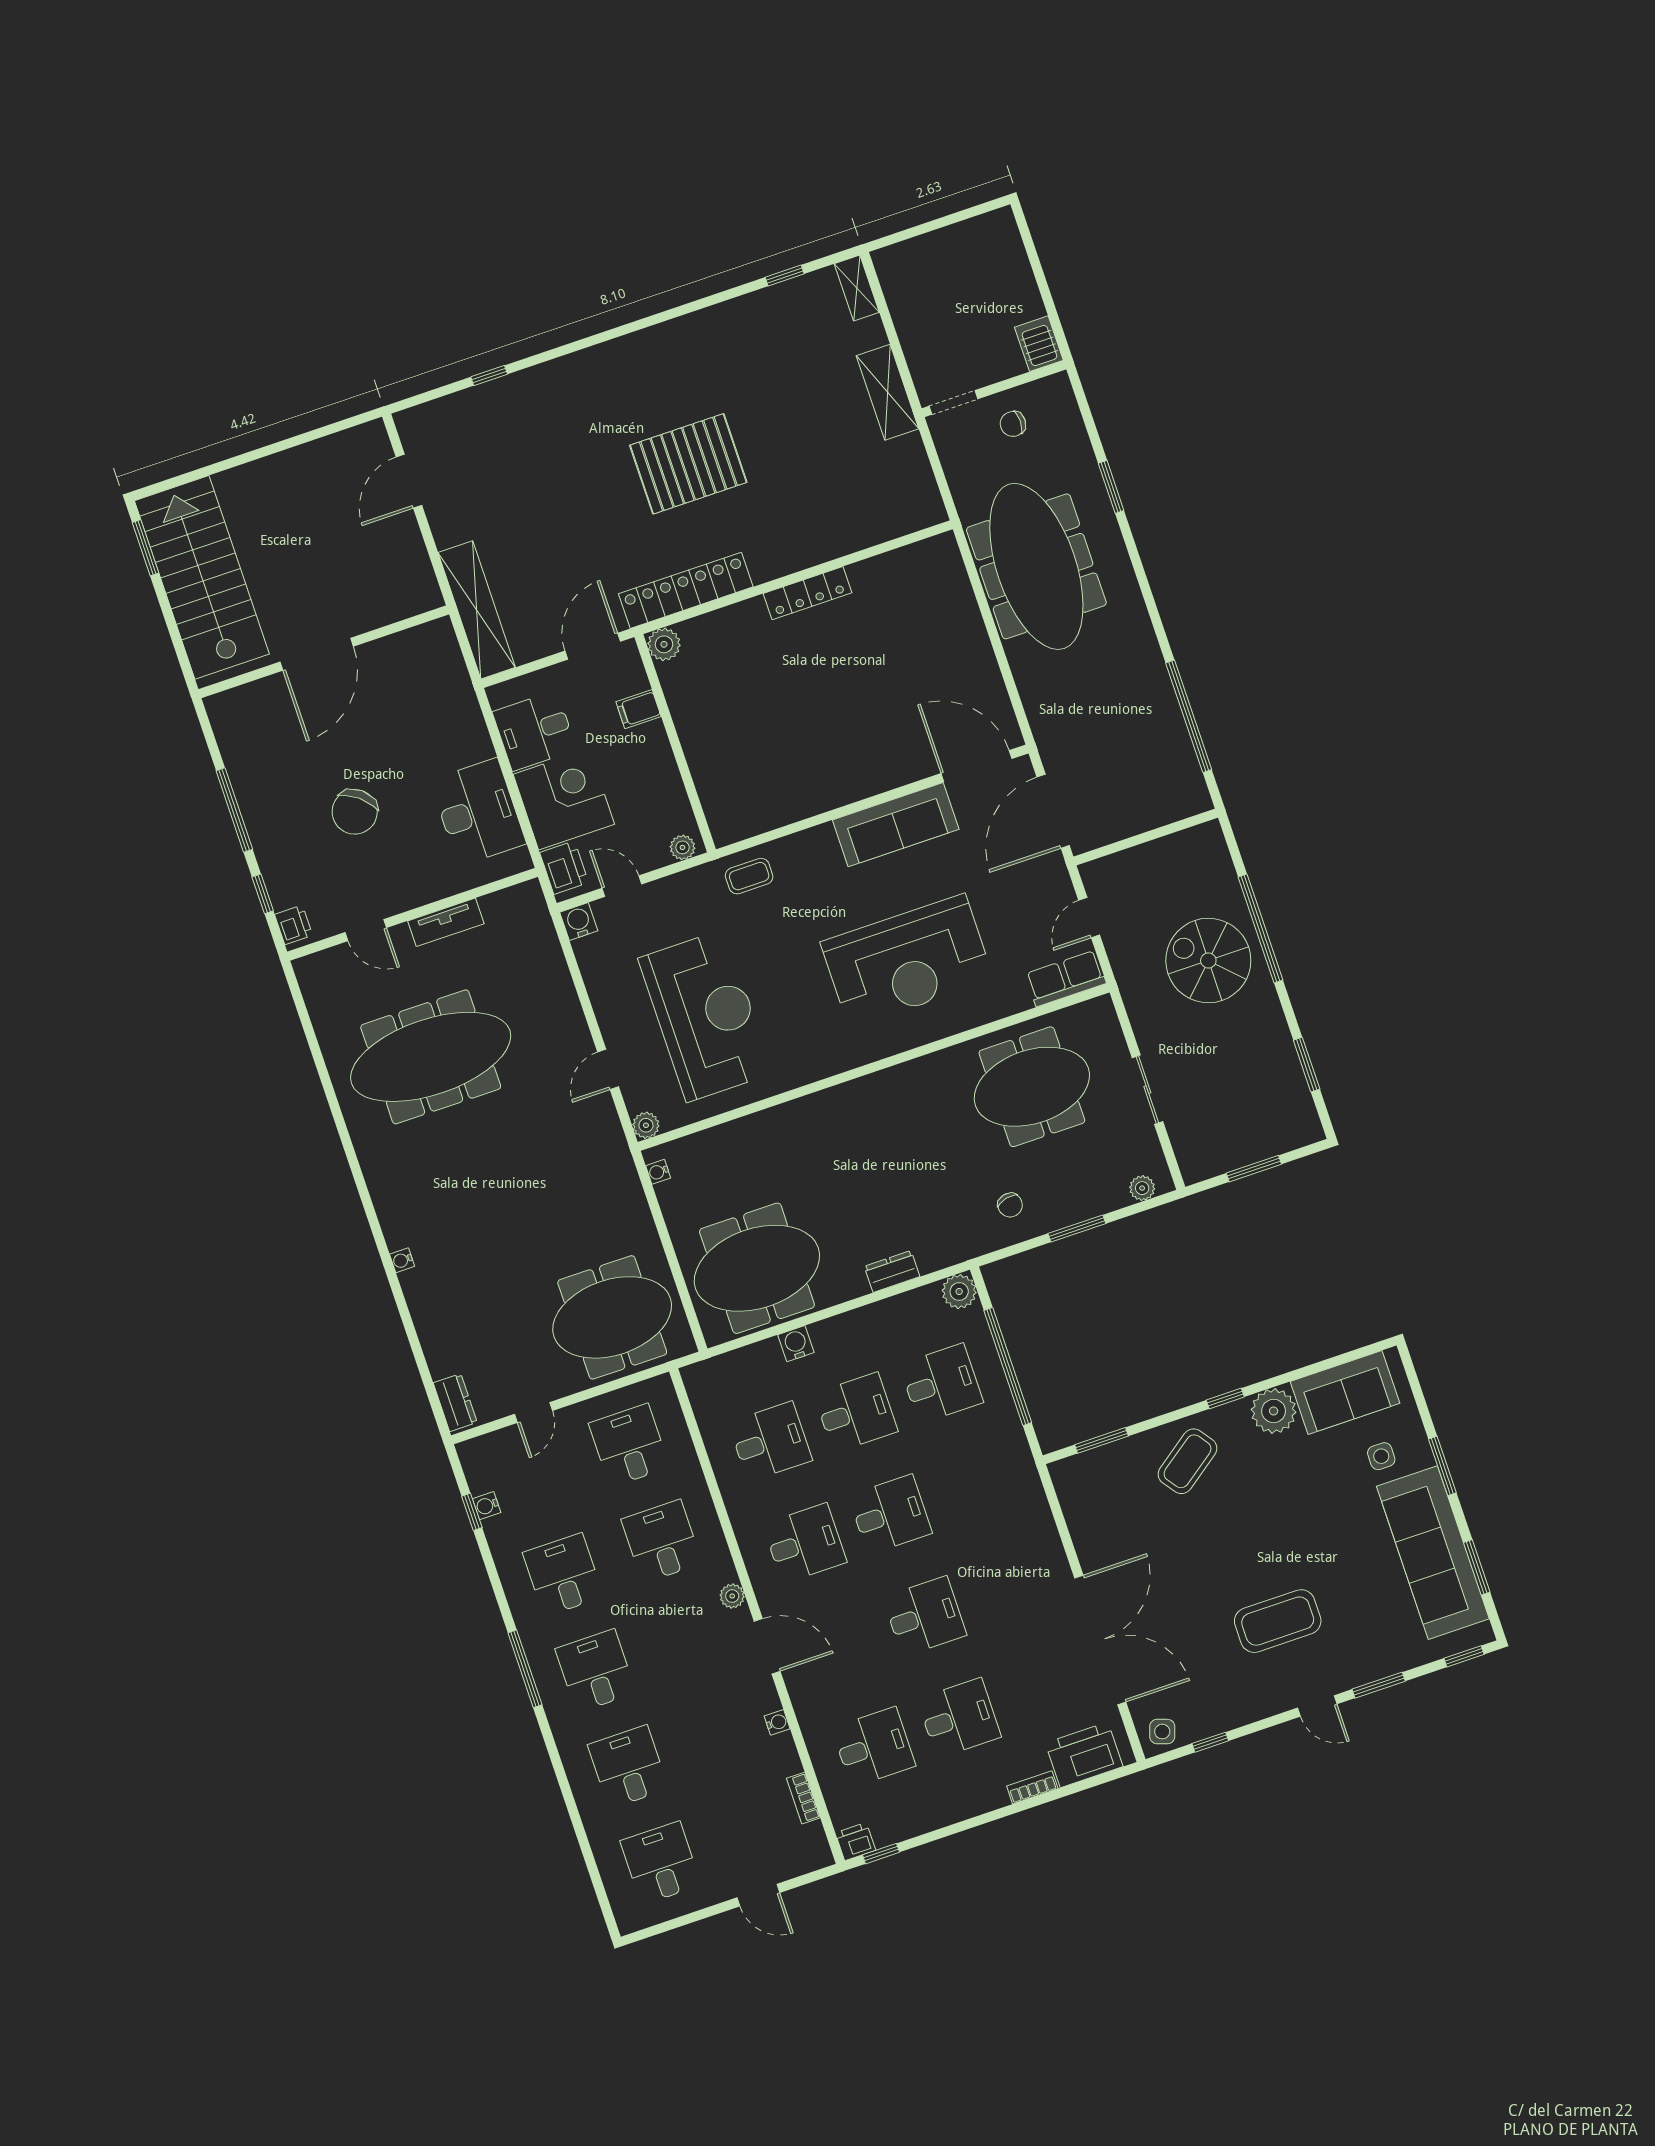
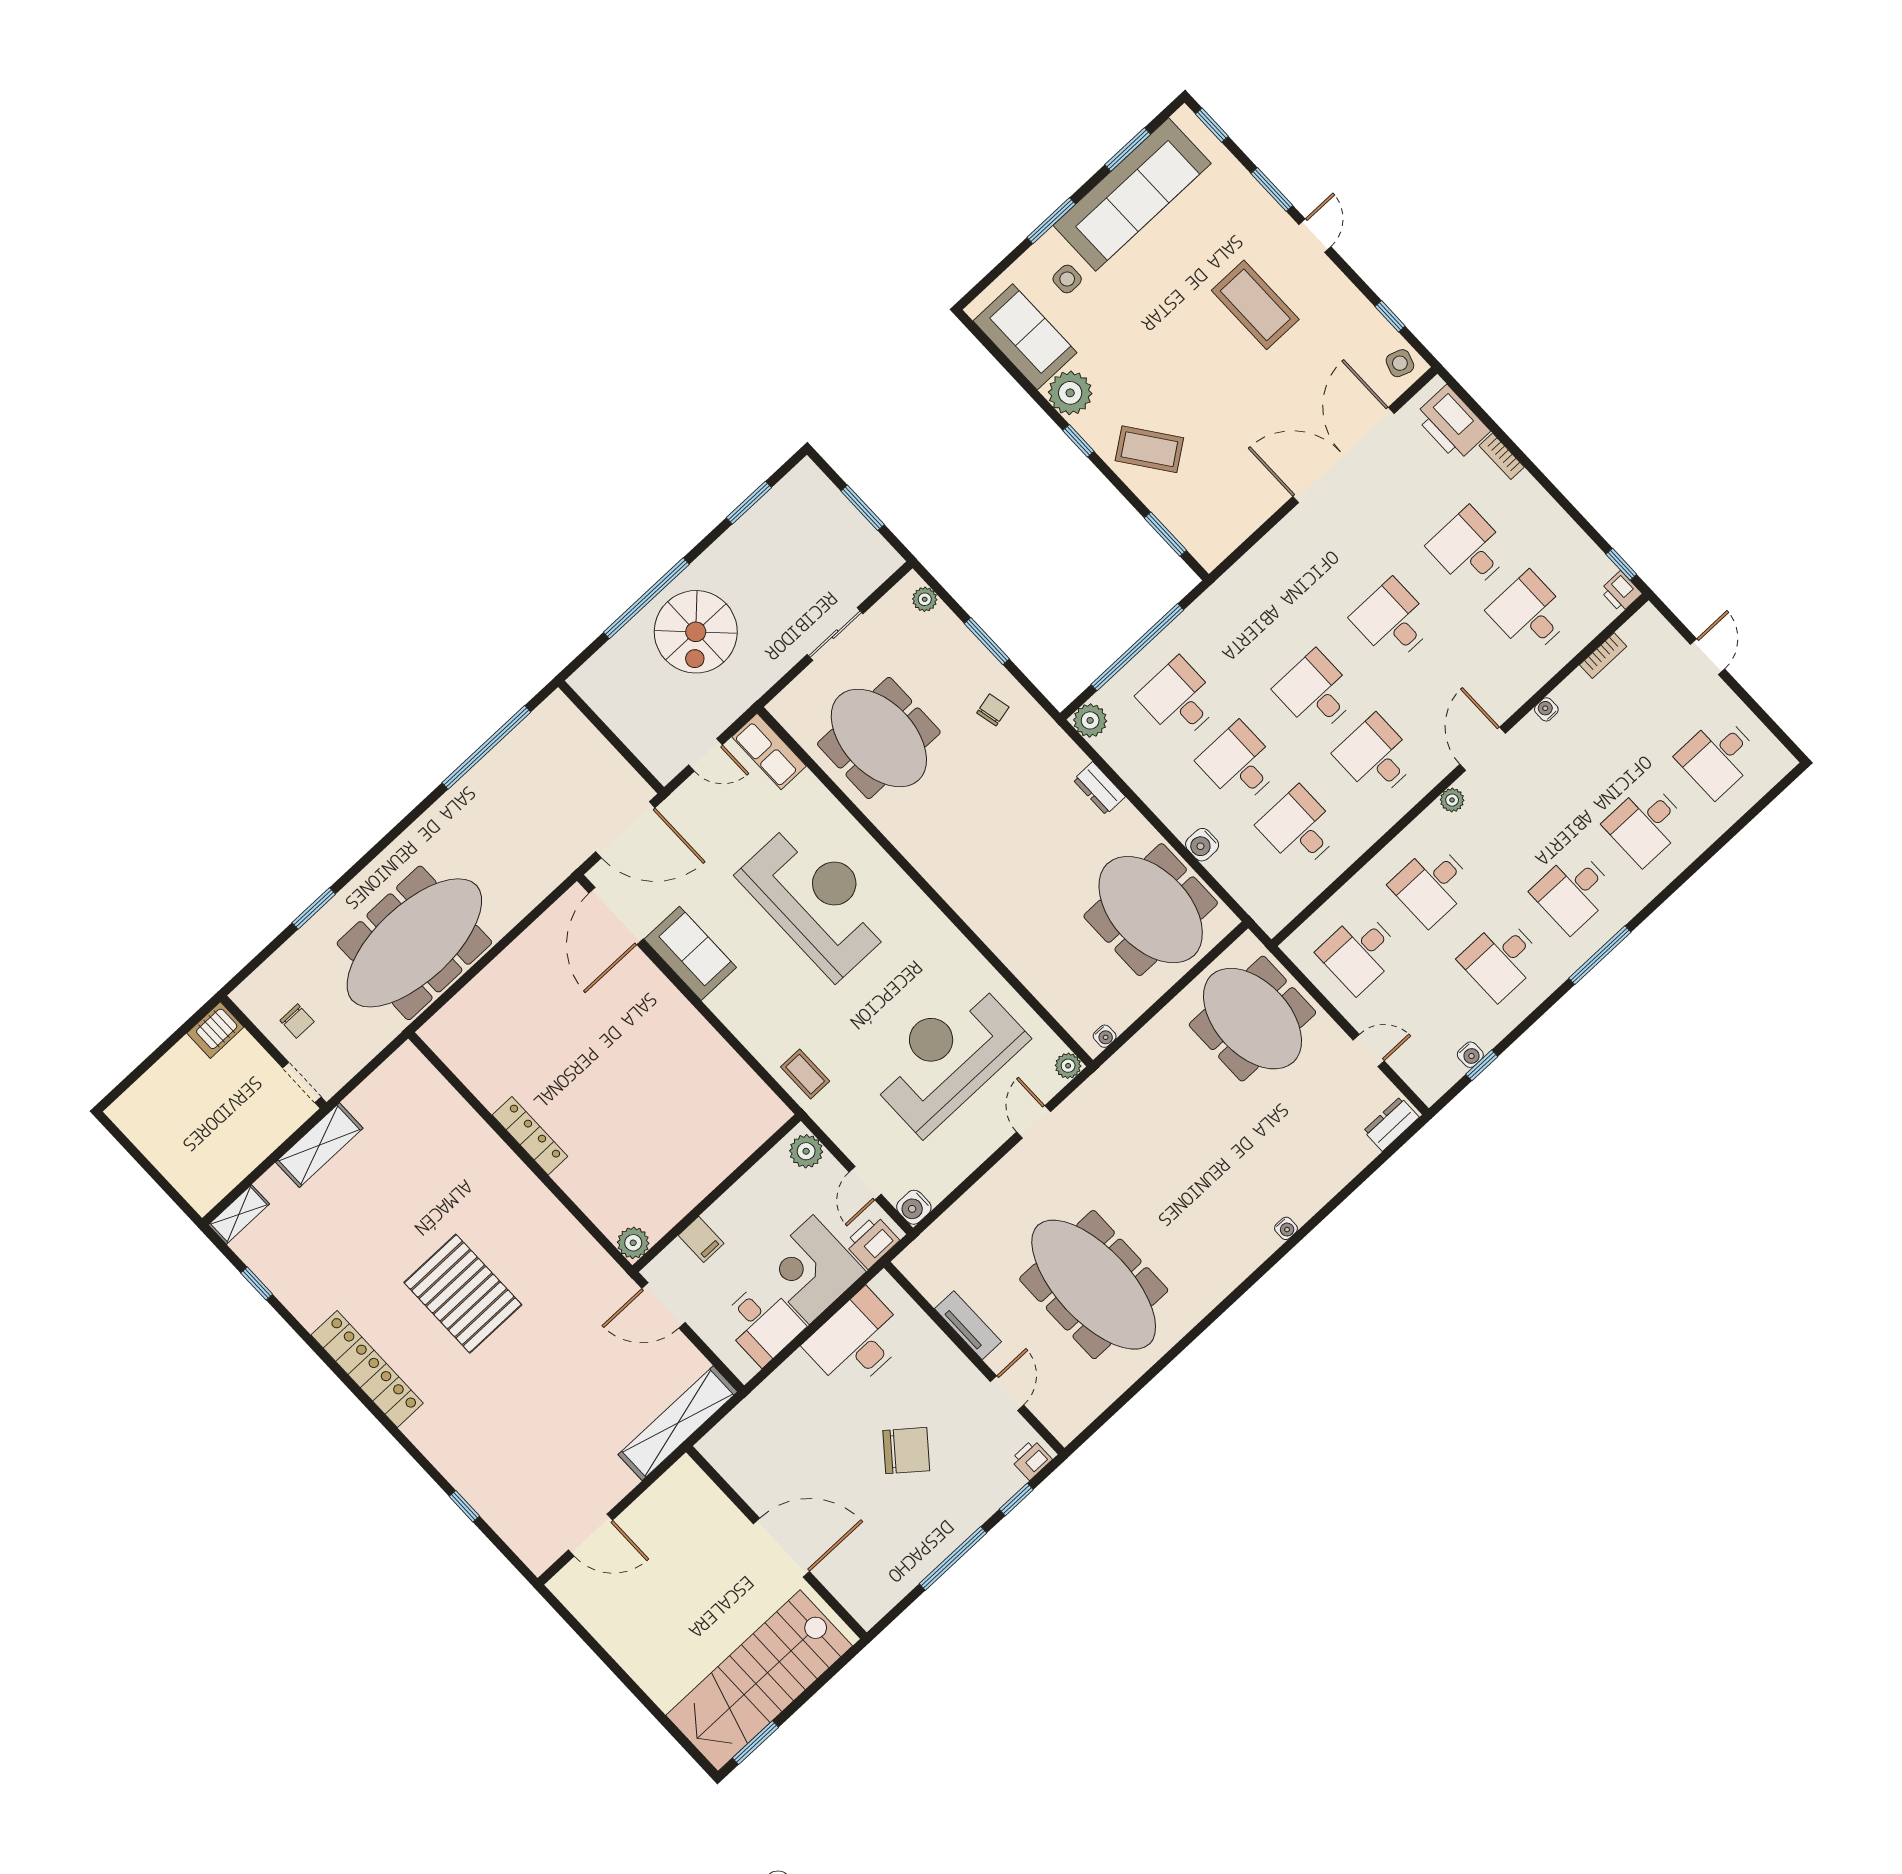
locker: (686, 590) -> (367, 1369), moved, turned 180
sofa: (896, 825) -> (690, 953), width x0.73
plant: (683, 847) -> (806, 1151), width x1.38, depth x1.38
door: (608, 1069) -> (1034, 1122), swing flipped

